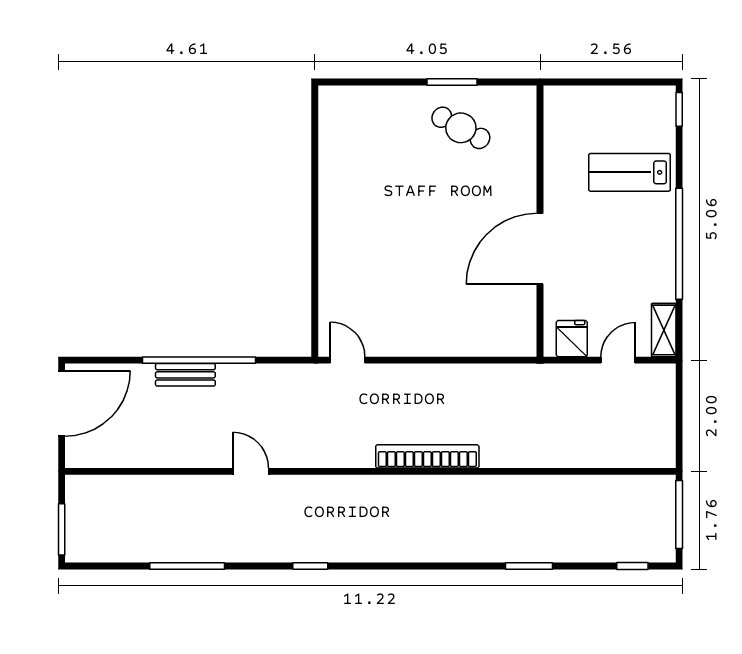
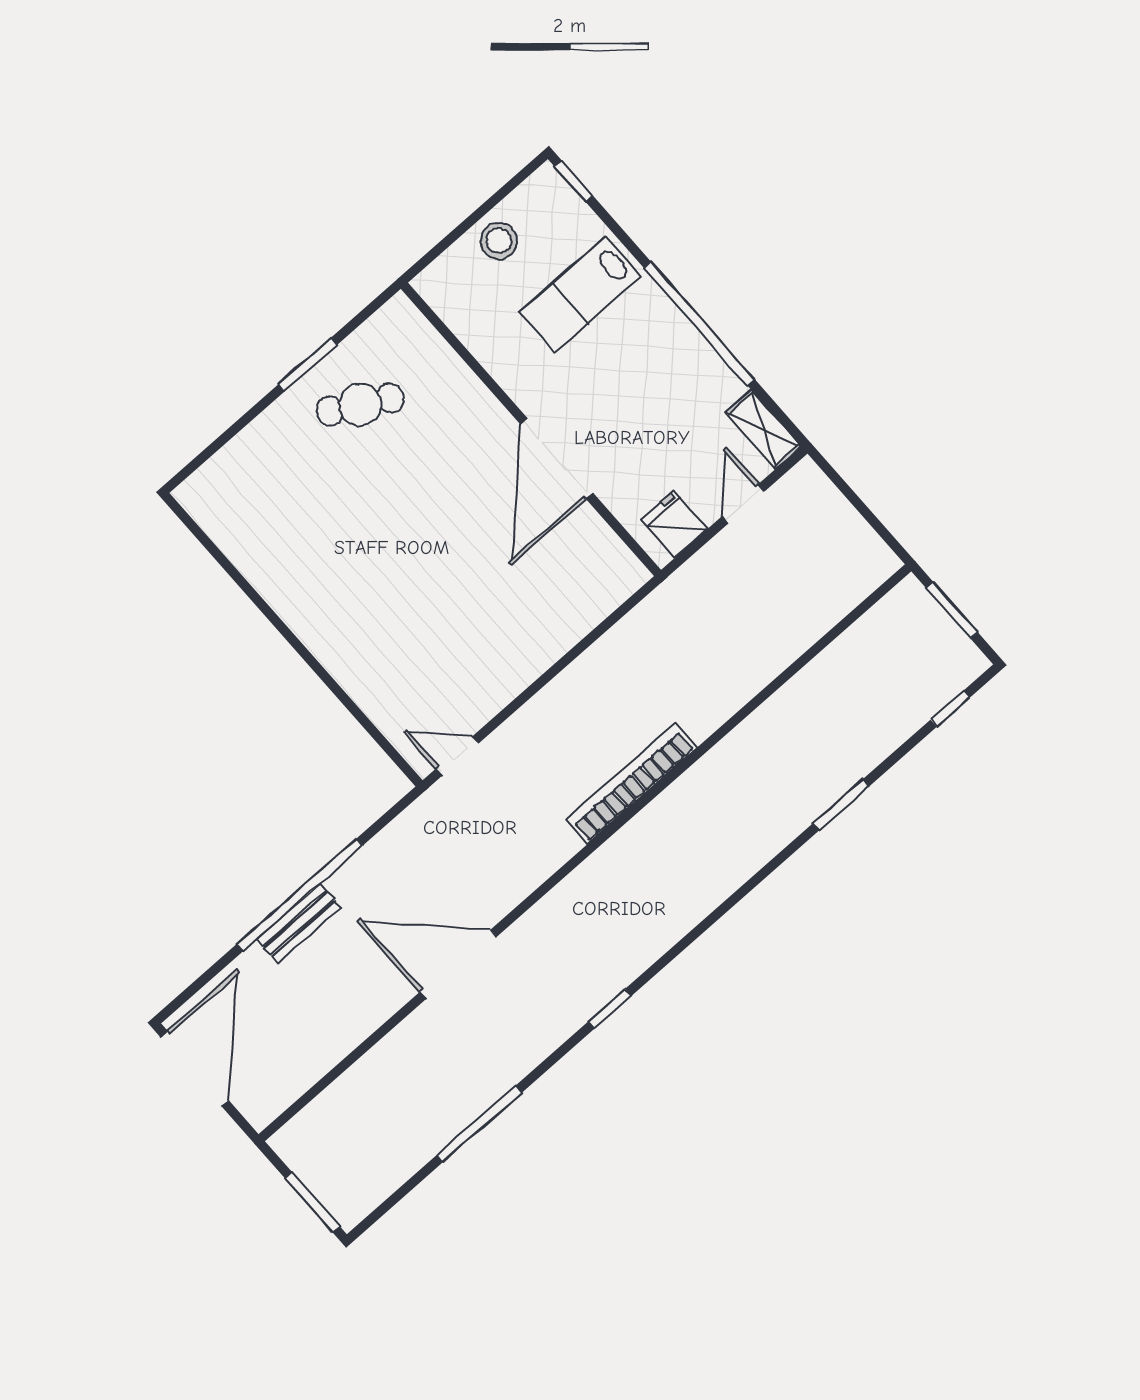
stool: (611, 106) -> (499, 241), added
door: (251, 471) -> (458, 964), width x1.88
window: (679, 514) -> (952, 610), width x0.69

